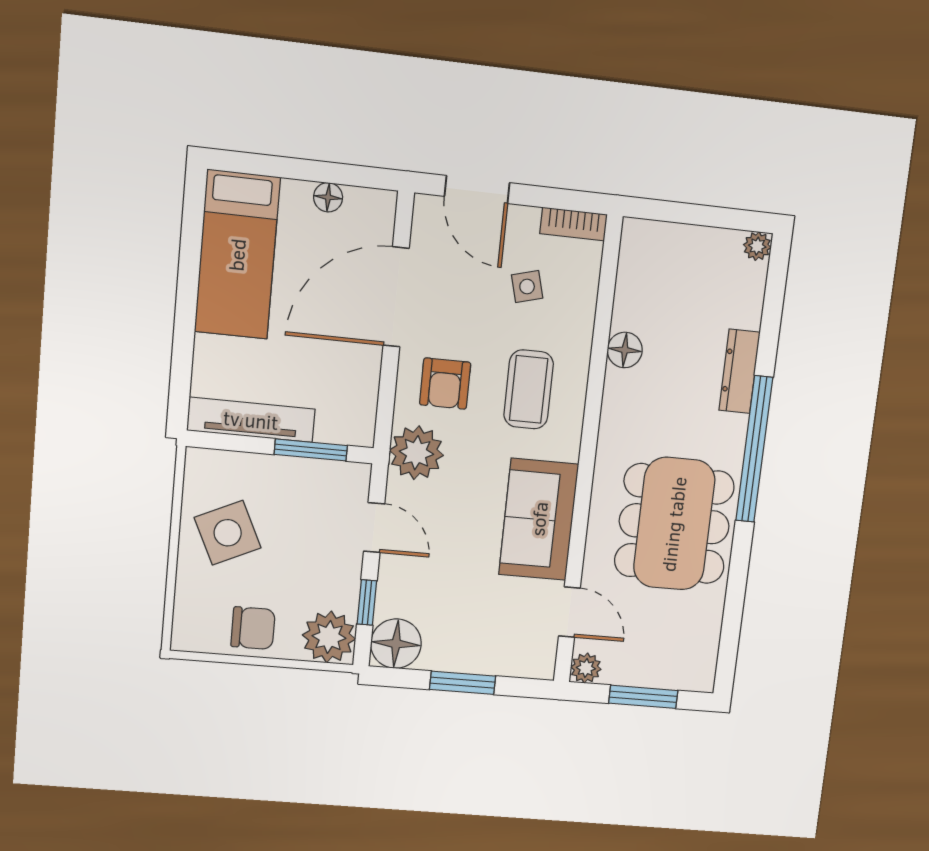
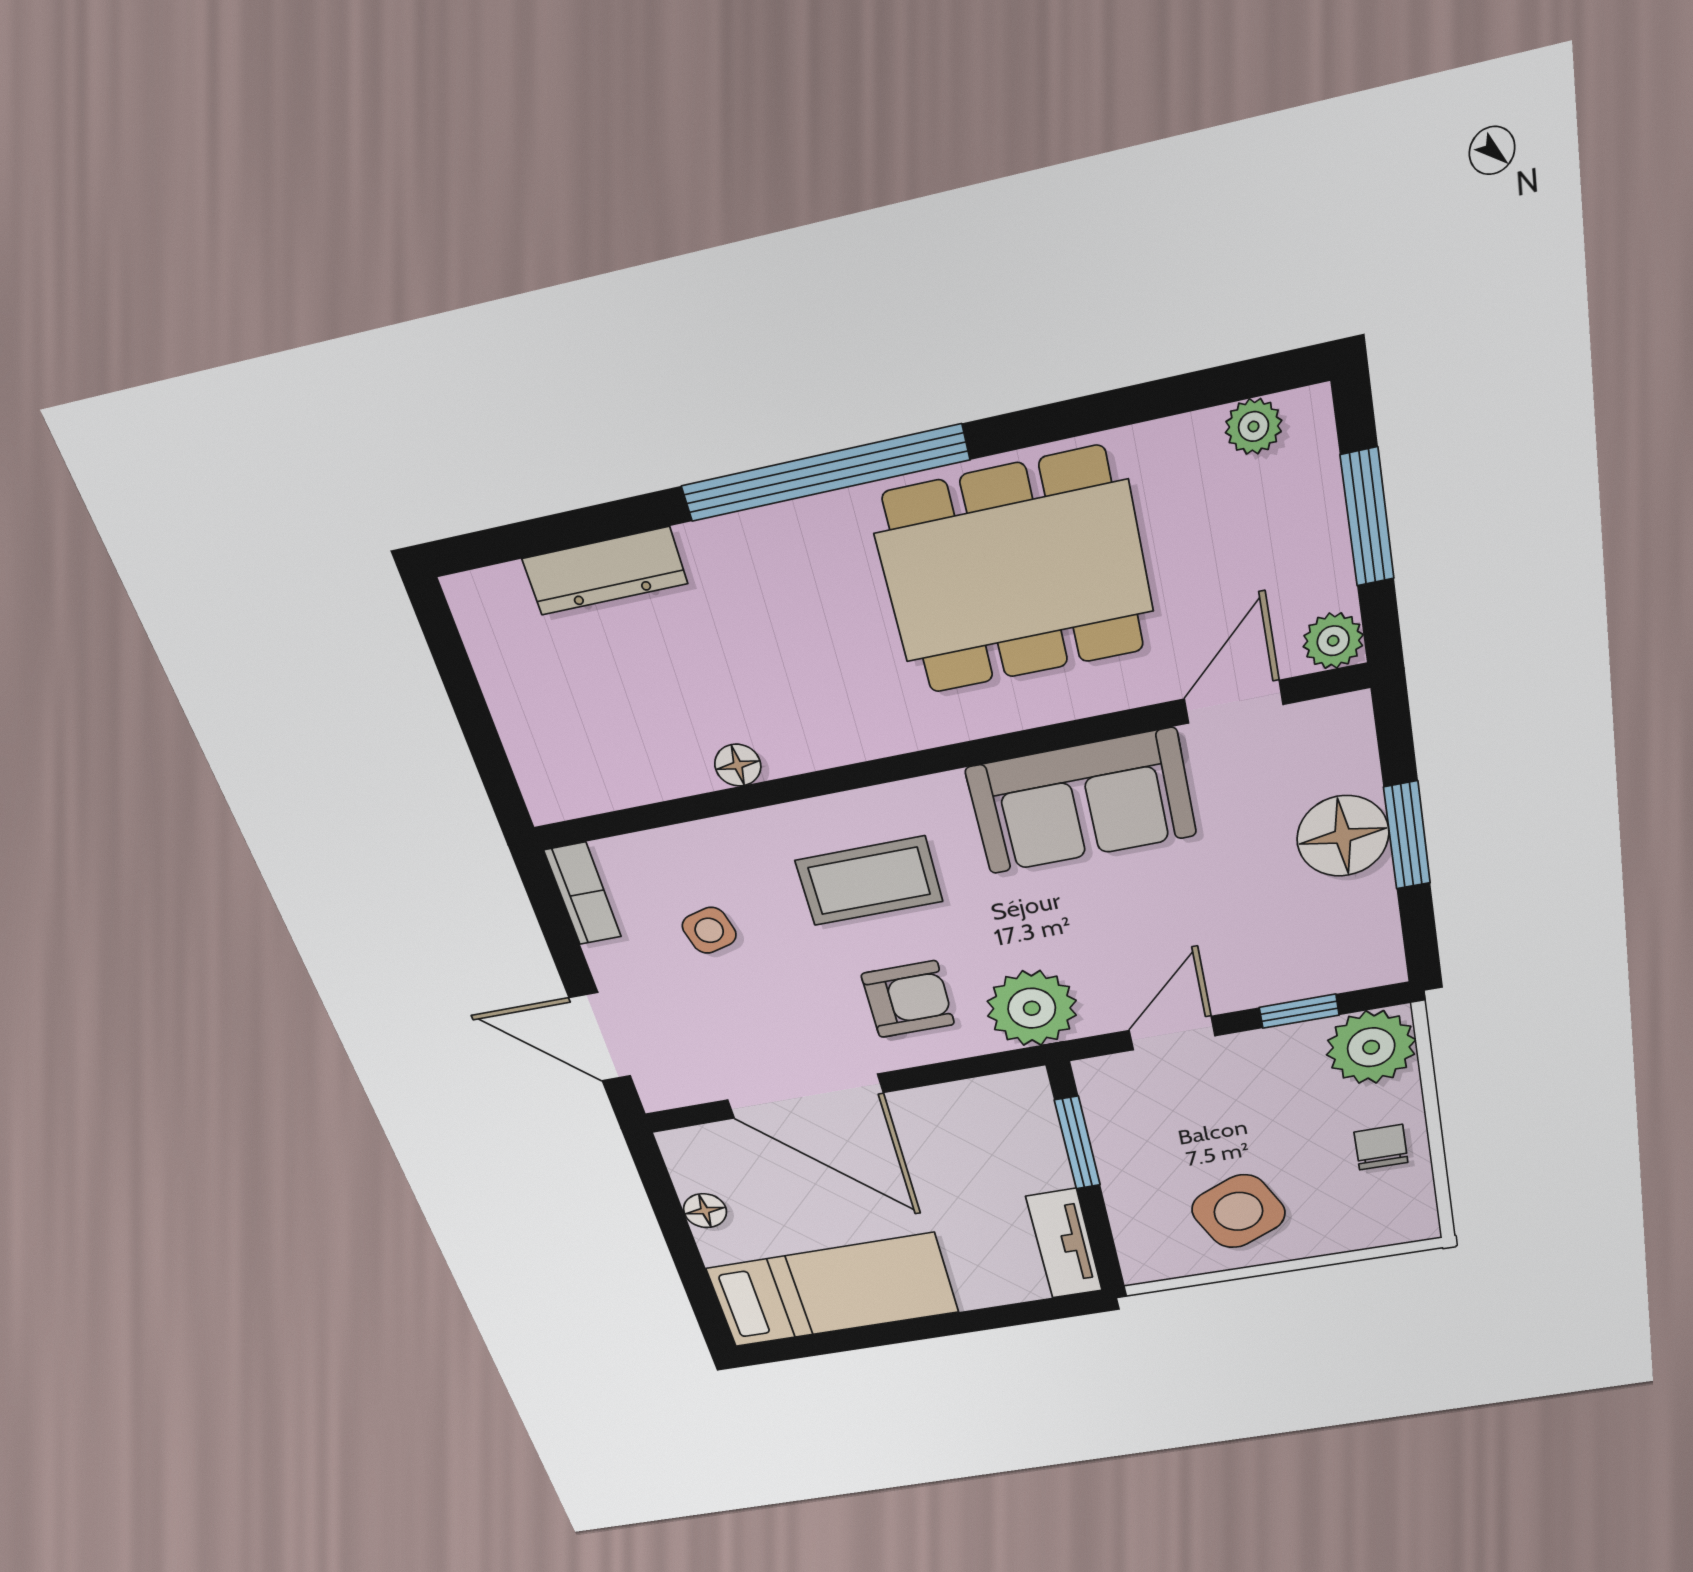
door: (477, 189) -> (600, 1037), swing flipped
plant: (757, 246) -> (1254, 426), moved
floor lamp: (625, 350) -> (738, 765), width x0.73, depth x0.73
dresser: (739, 371) -> (605, 571), moved
tv unit: (251, 420) -> (1064, 1244), width x0.71
chair: (253, 628) -> (1381, 1147), width x0.73, depth x0.73
floor lamp: (396, 644) -> (1343, 836), moved

